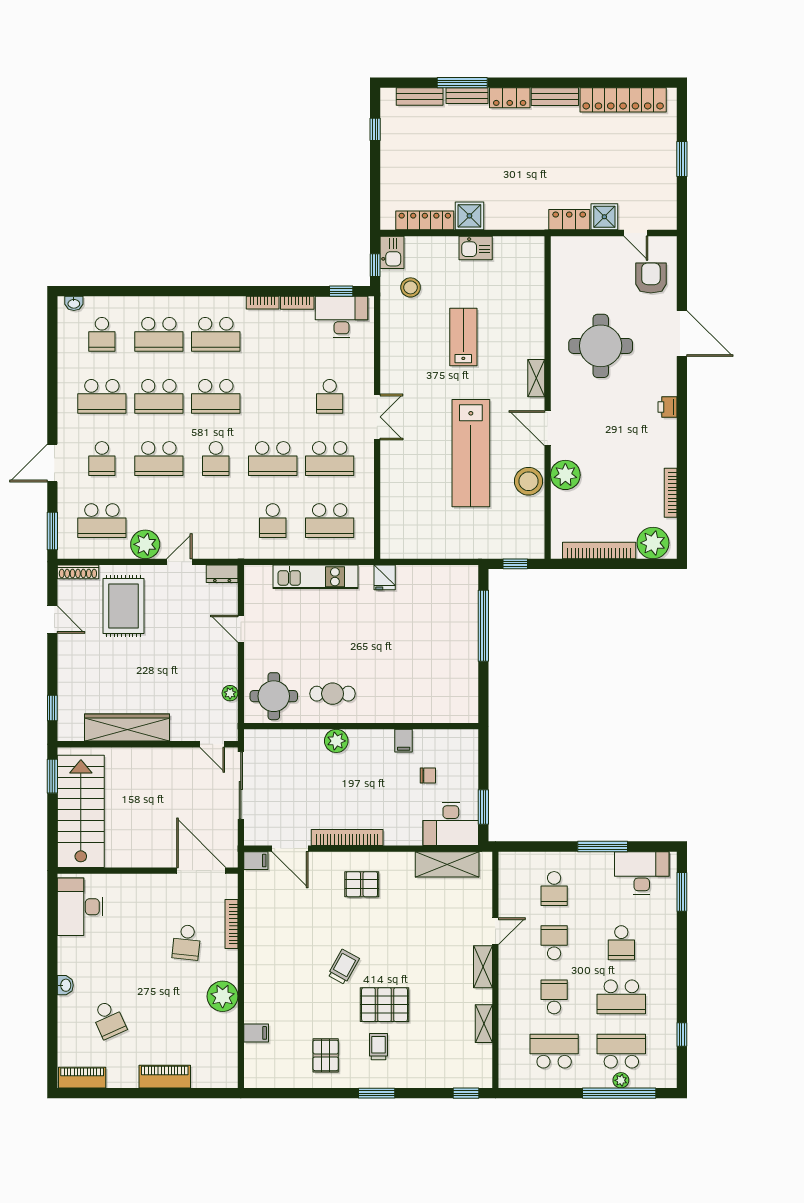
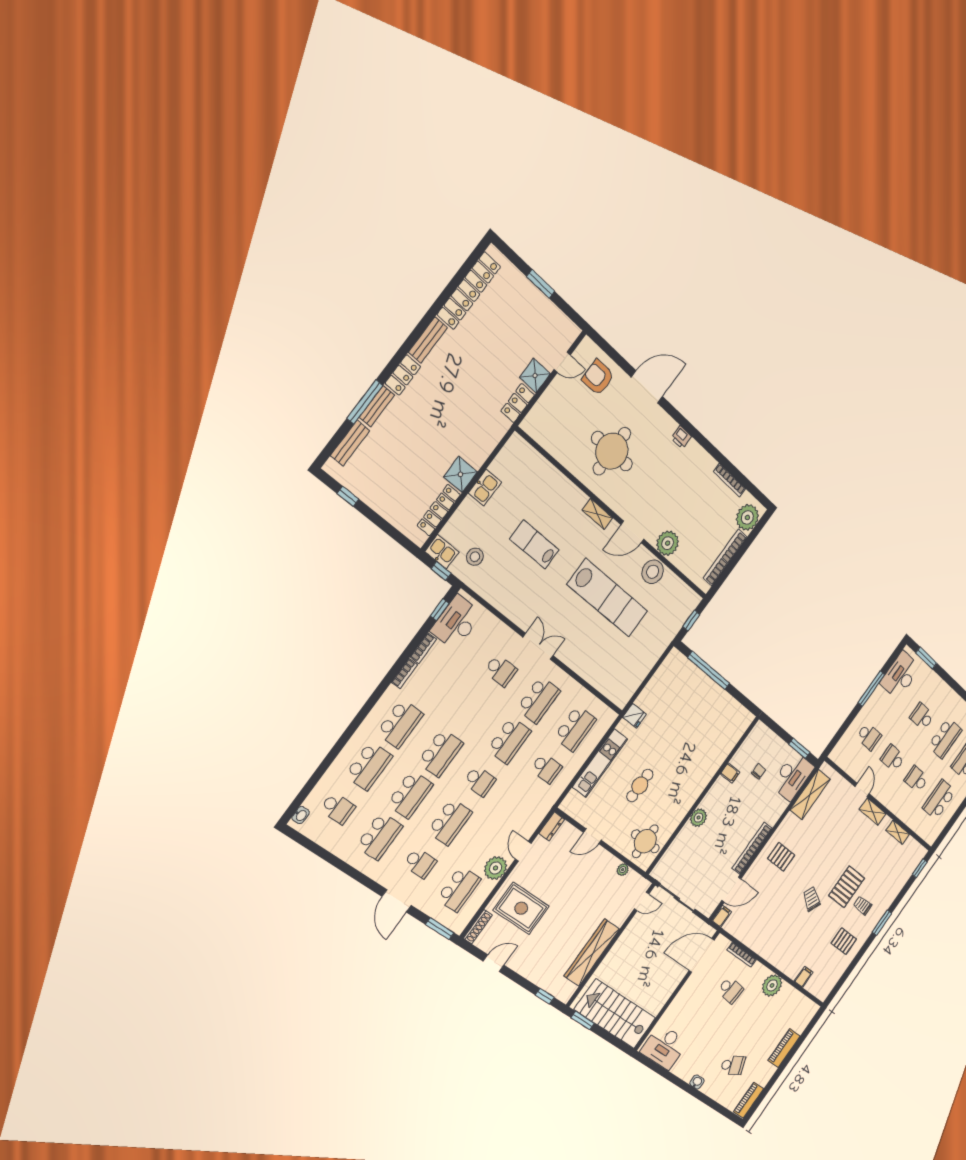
cafe table: (333, 694) -> (640, 786), moved
pallet: (362, 884) -> (781, 857), turned 90
school desk: (621, 943) -> (922, 716), turned 180

